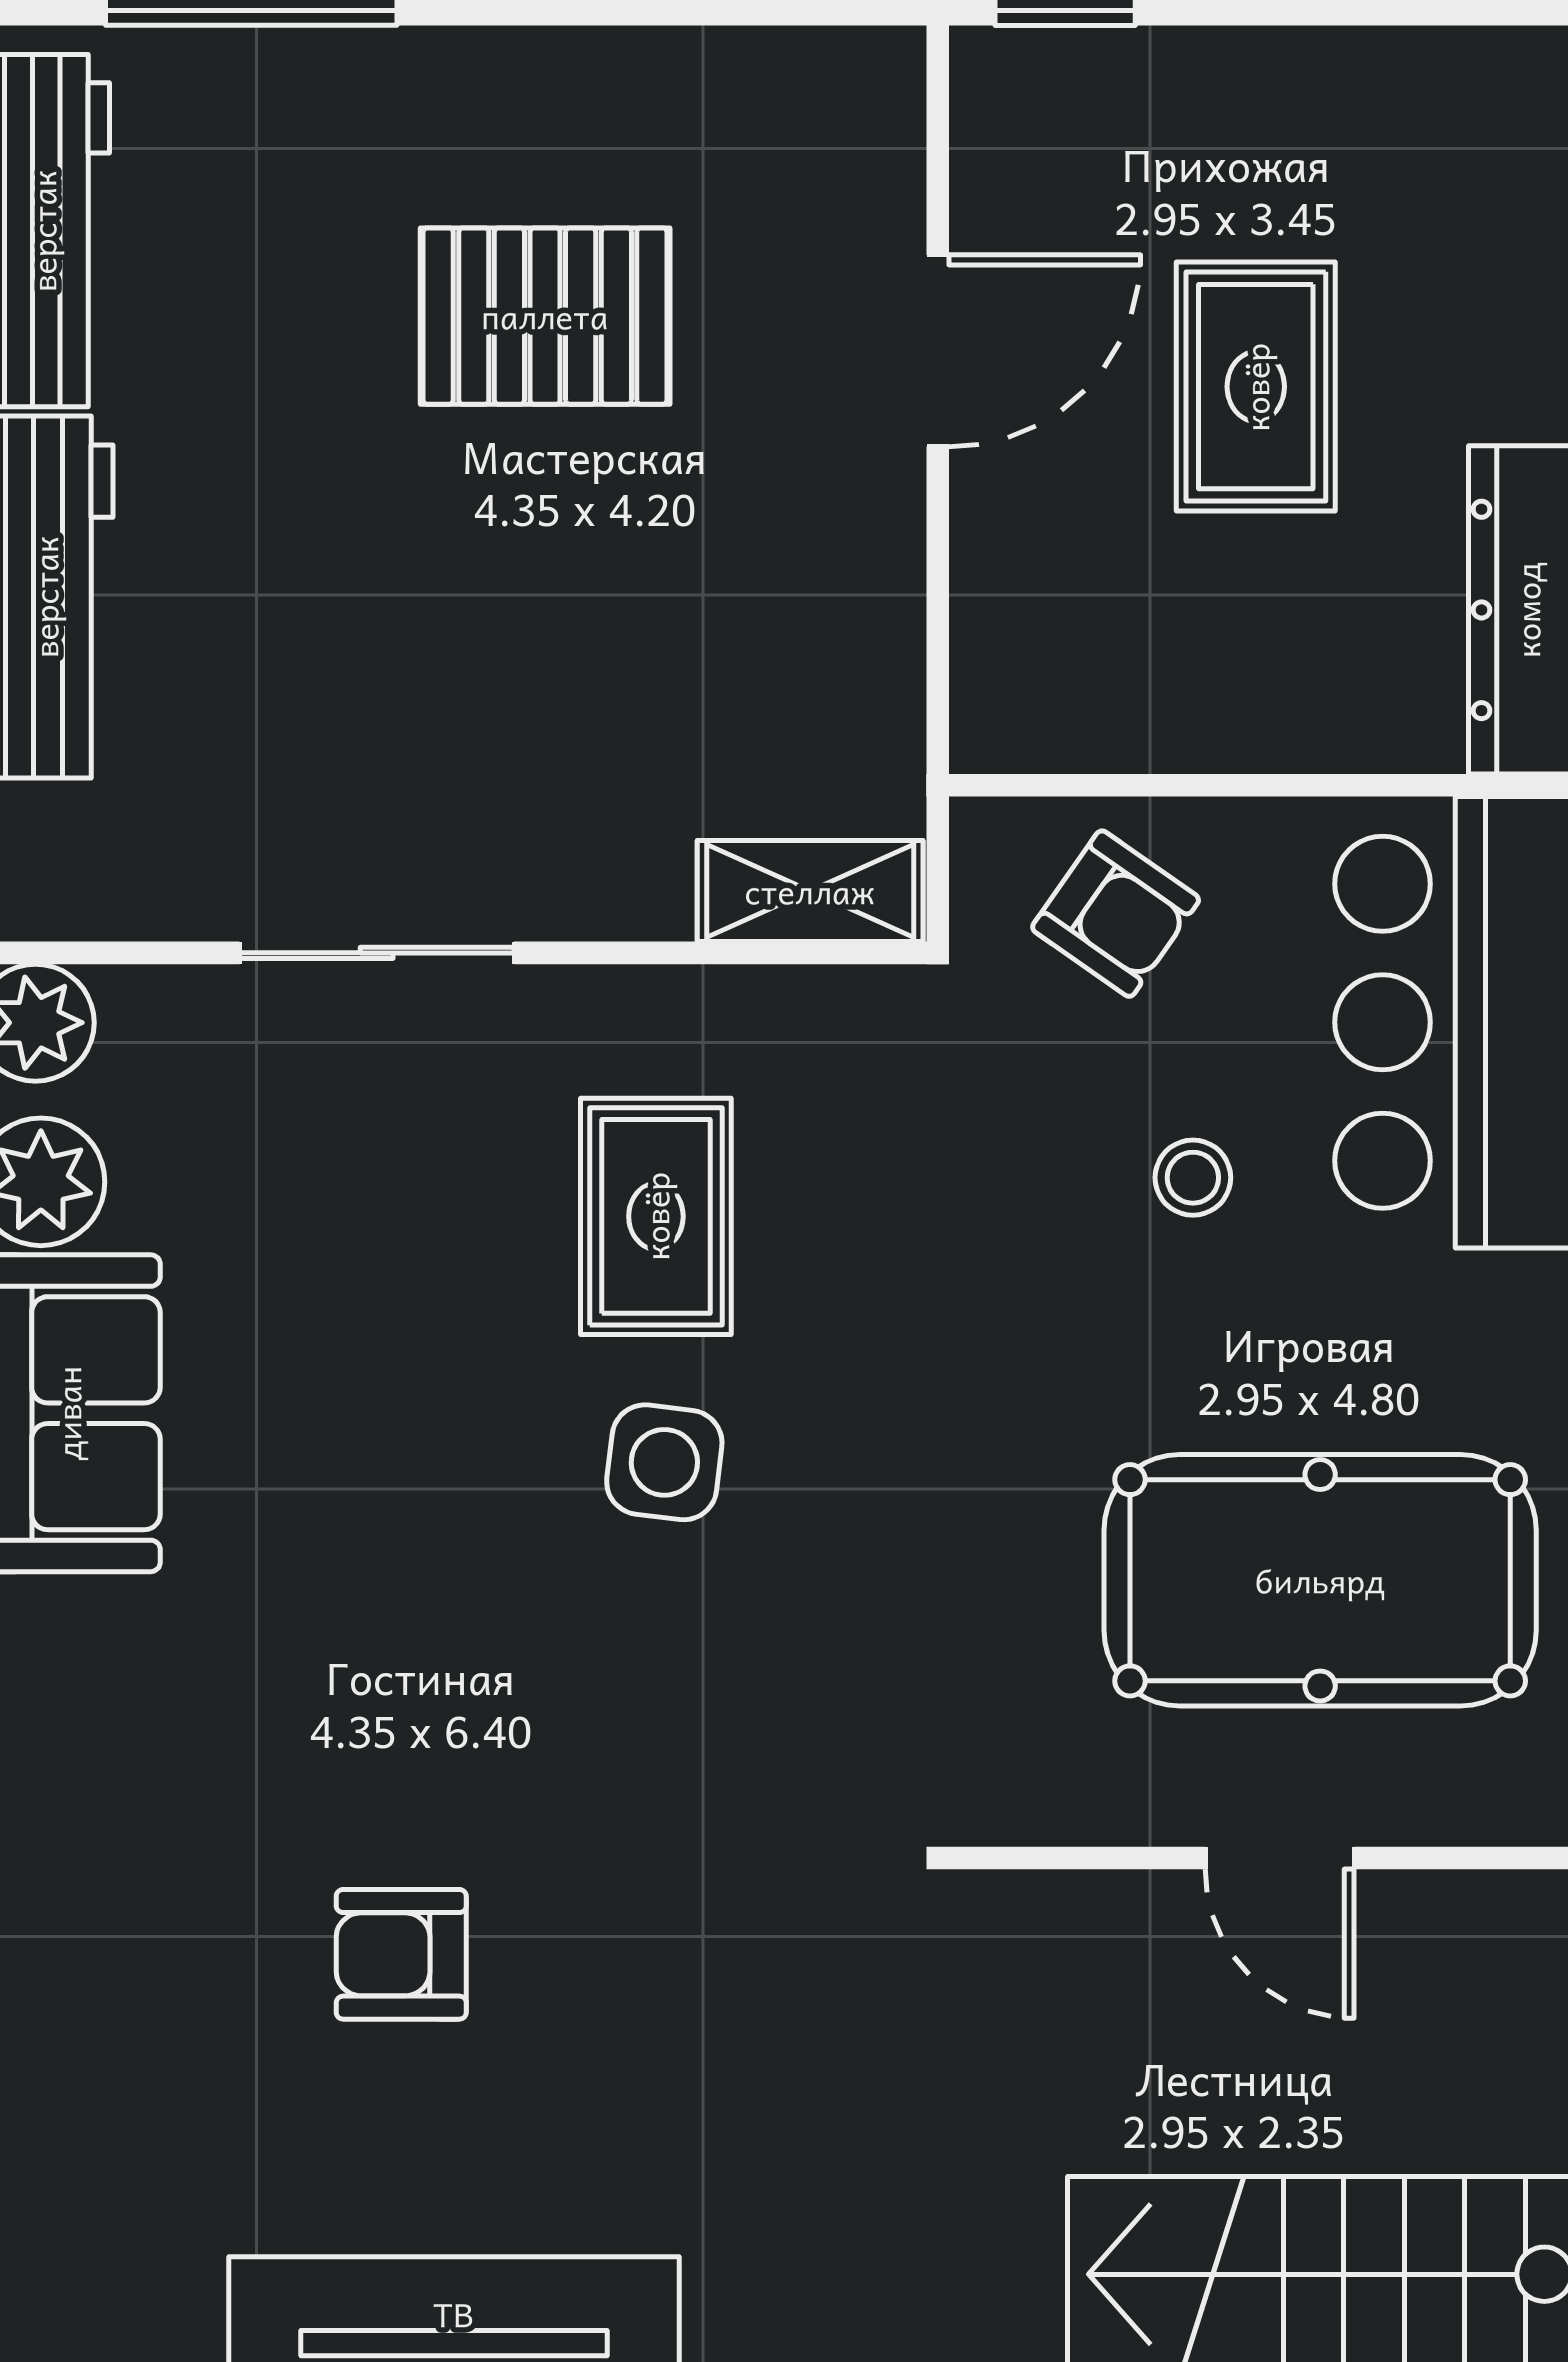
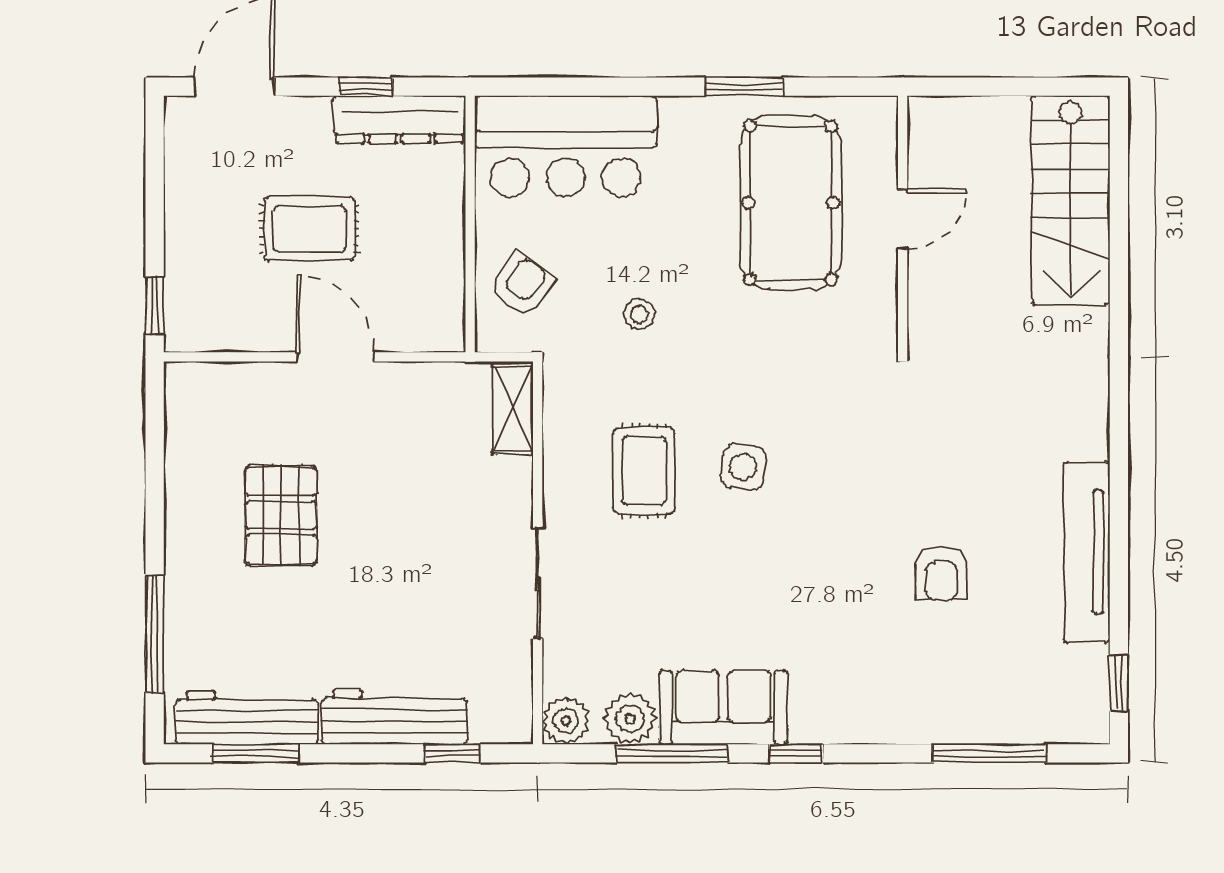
door: (938, 351) -> (335, 357), moved
stool: (1193, 1178) -> (639, 314), moved
rug: (656, 1216) -> (644, 471), turned 90

